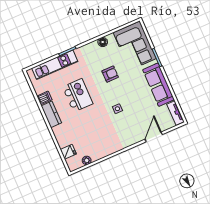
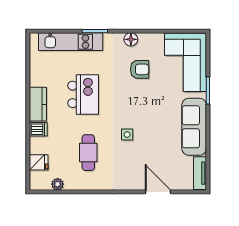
floor lamp: (103, 42) -> (131, 39), moved
armchair: (110, 74) -> (140, 69), moved
dishwasher: (44, 98) -> (38, 129), moved
cafe table: (97, 131) -> (88, 153), added
door: (154, 137) -> (158, 192), hinge flipped

